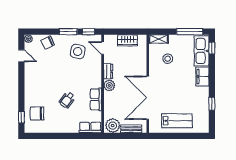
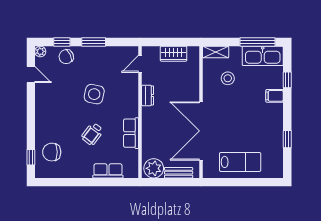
window: (88, 32) -> (62, 42), moved
door: (103, 48) -> (140, 64), hinge flipped
window: (212, 48) -> (287, 80), moved
side table: (78, 51) -> (94, 94), moved
kitchen sink: (202, 51) -> (263, 56), moved, turned -90
filing cabinet: (202, 77) -> (275, 96), width x0.50
plant: (109, 85) -> (149, 114), removed
row of seats: (90, 127) -> (108, 171), moved

